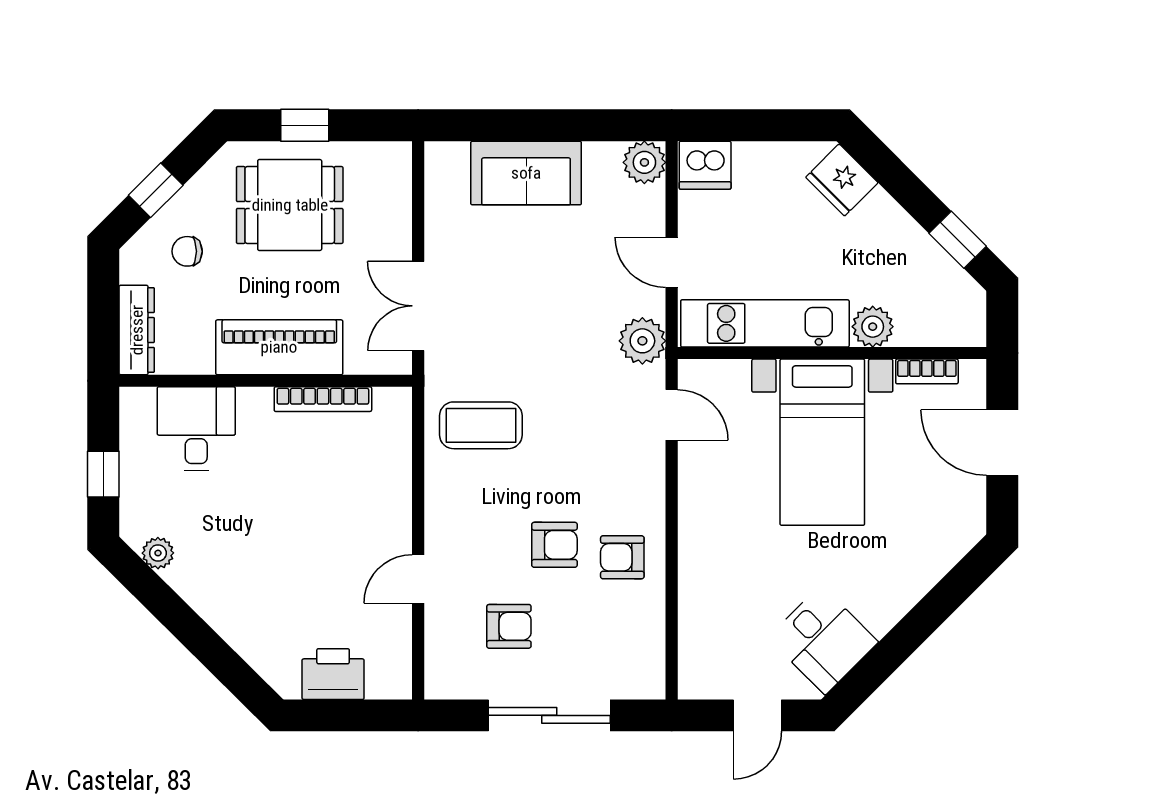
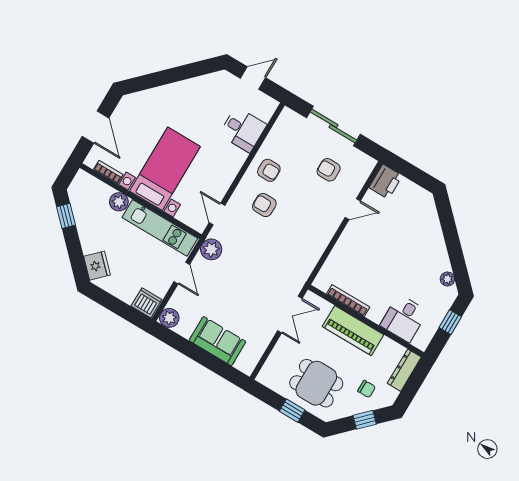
coffee table: (481, 425) -> (293, 254), removed
armchair: (554, 545) -> (264, 205), moved
desk: (823, 640) -> (243, 129), moved, turned 135
printer: (333, 674) -> (386, 182), moved, turned -90

